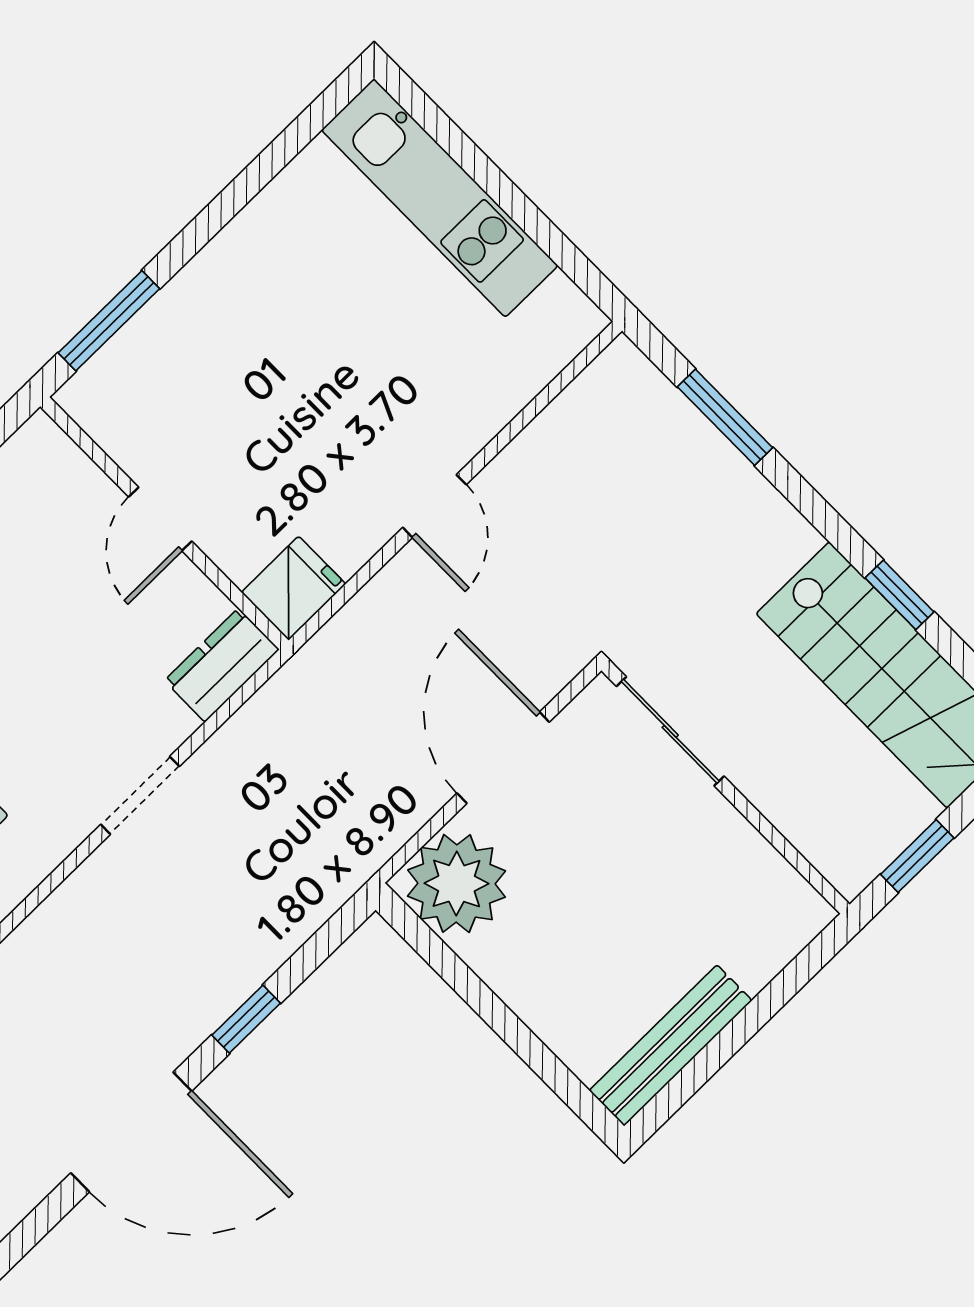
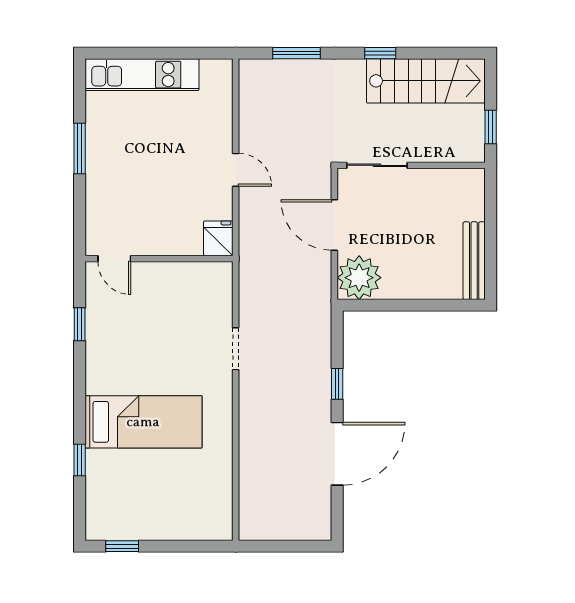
window: (109, 321) -> (80, 148), moved
door: (160, 519) -> (114, 259), moved
window: (900, 595) -> (380, 53), moved
dresser: (222, 665) -> (220, 284), removed

